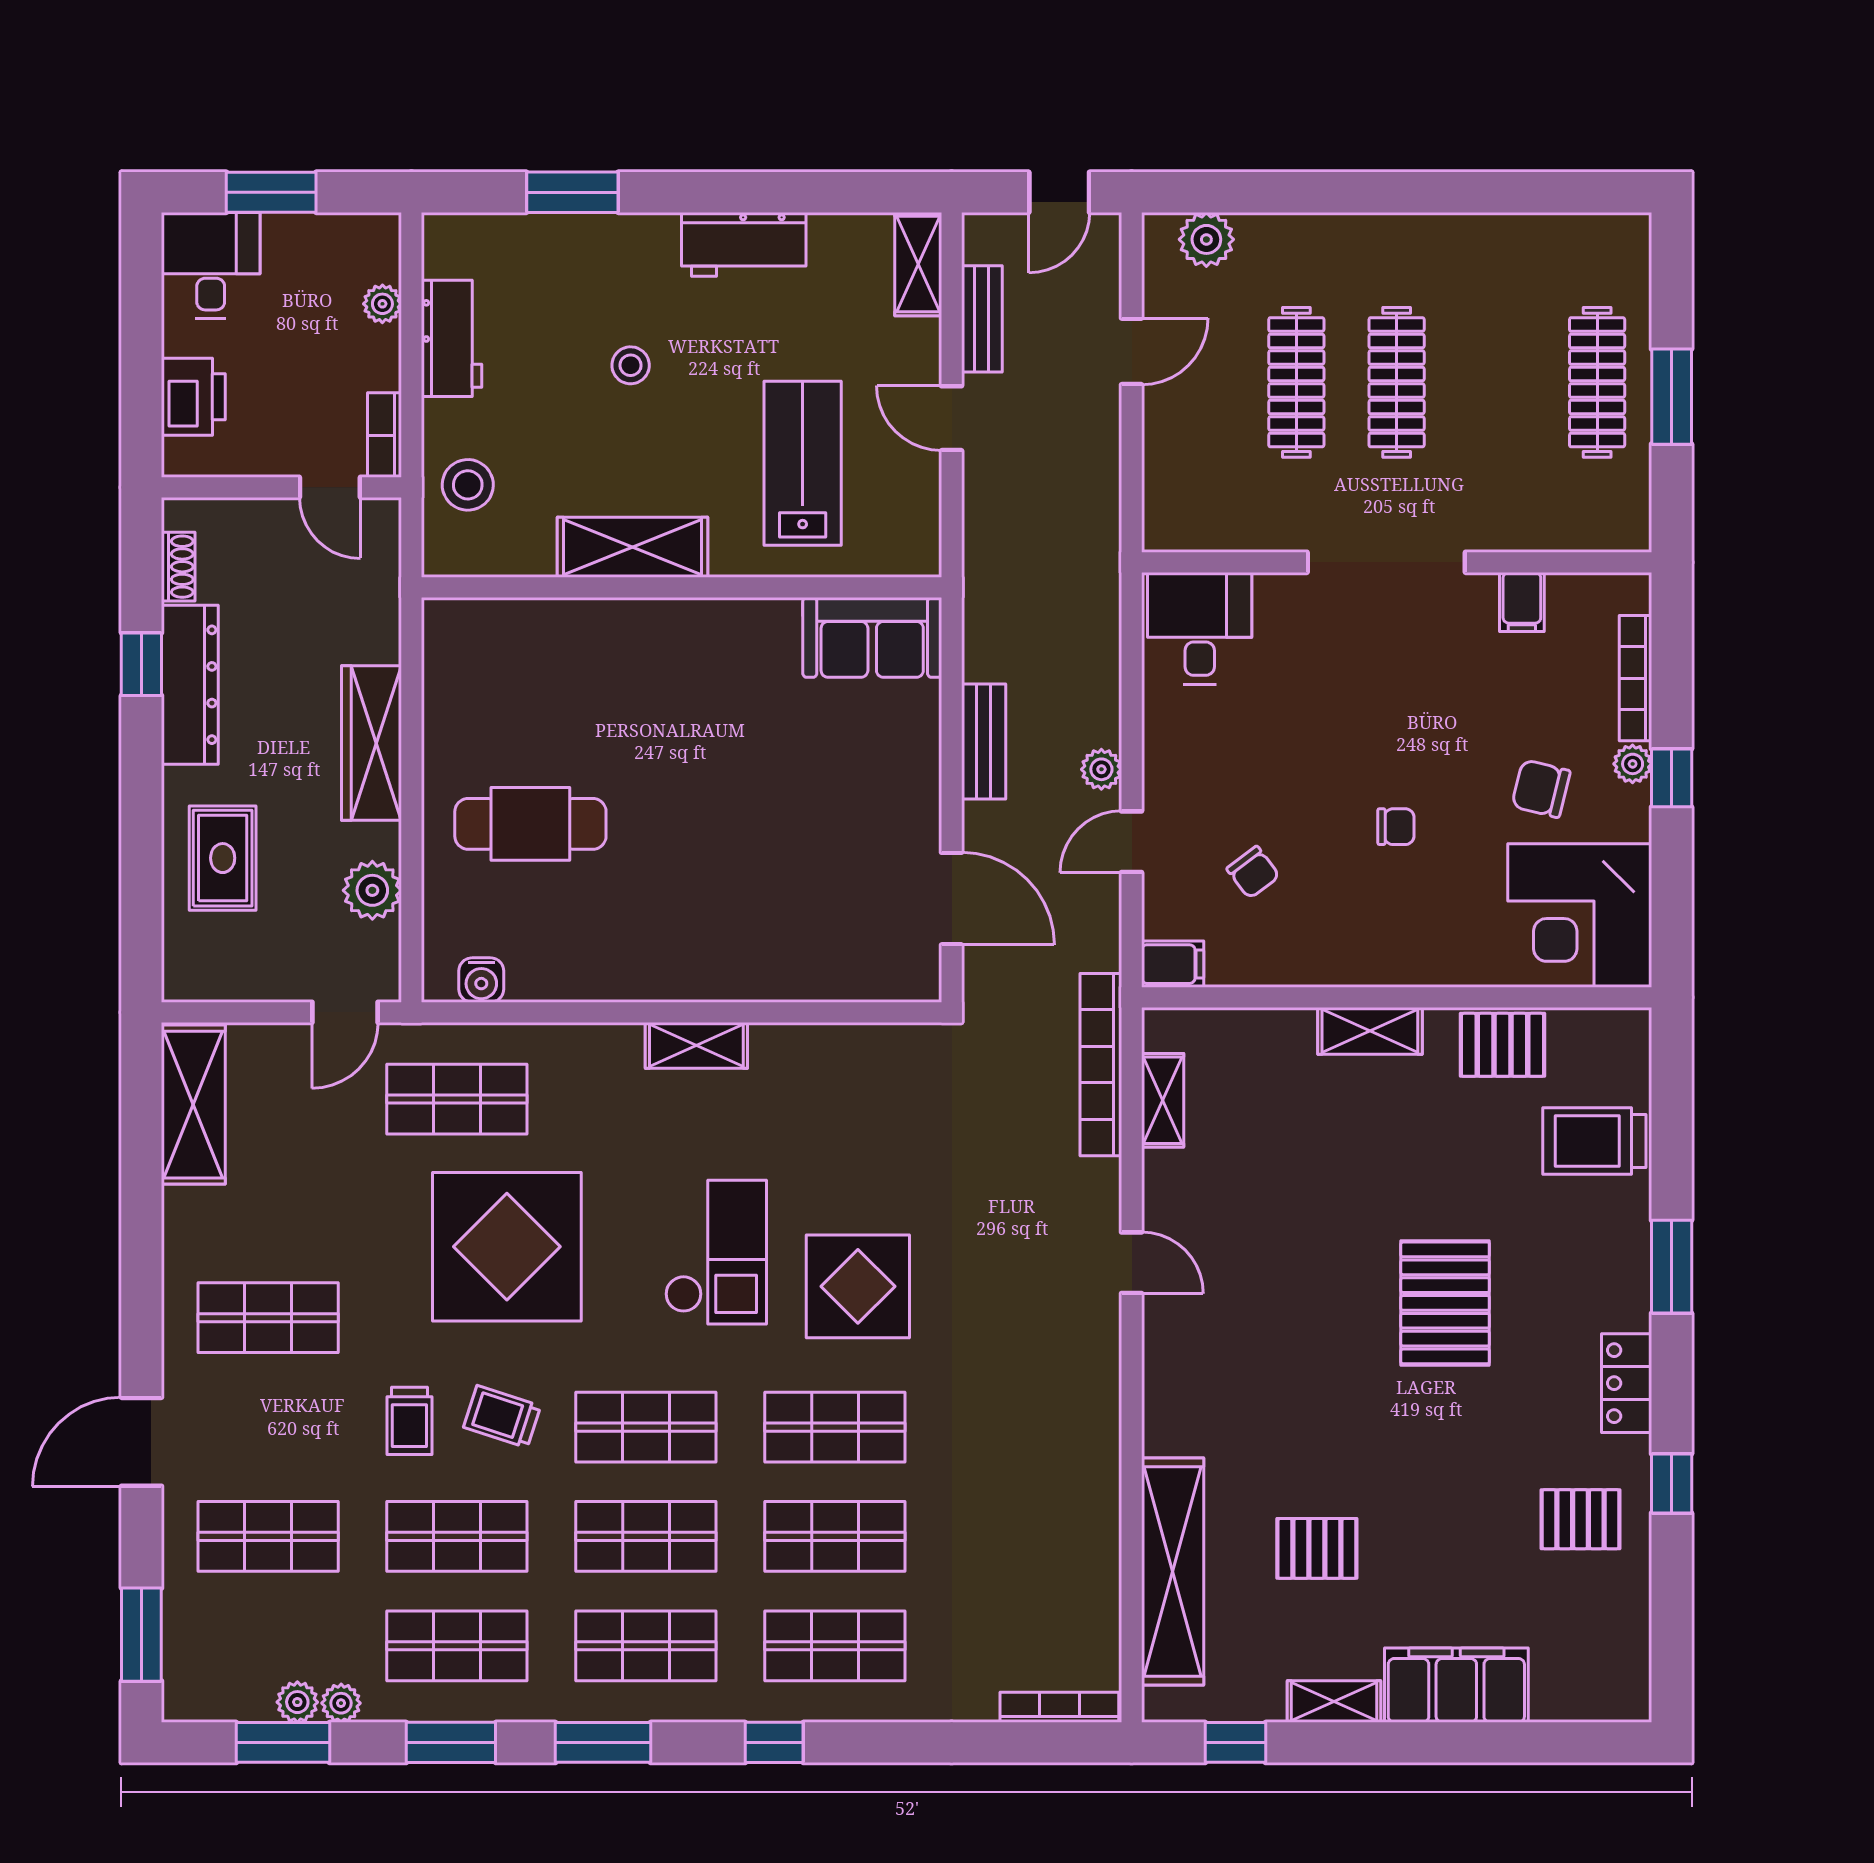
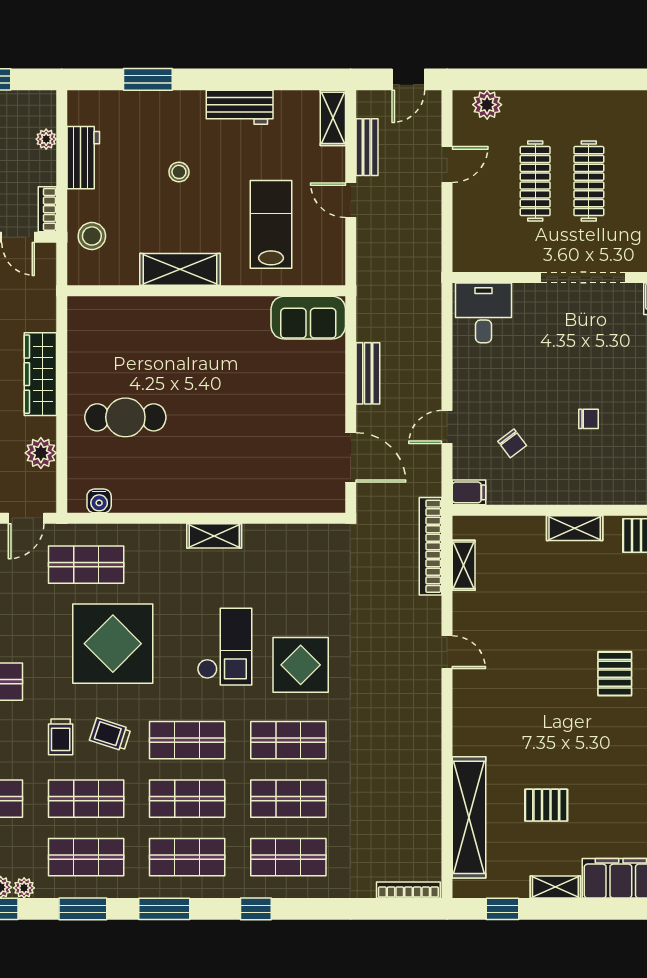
plant: (1101, 769) -> (431, 388), removed
pallet: (1445, 1303) -> (615, 674), width x0.67, depth x0.71

